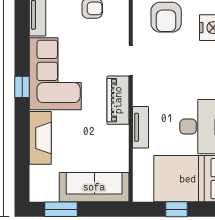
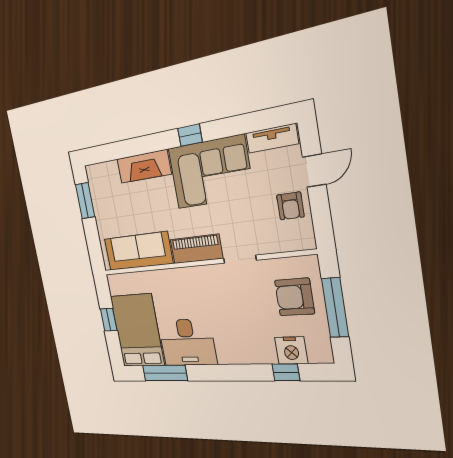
tv unit: (141, 127) -> (174, 277), removed
sofa: (94, 187) -> (138, 251), moved, turned -90

